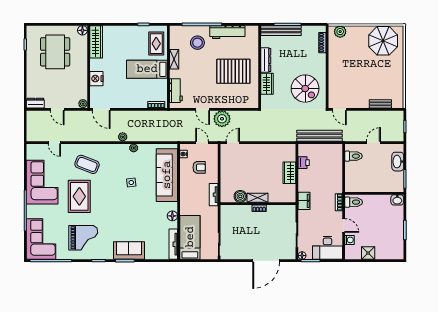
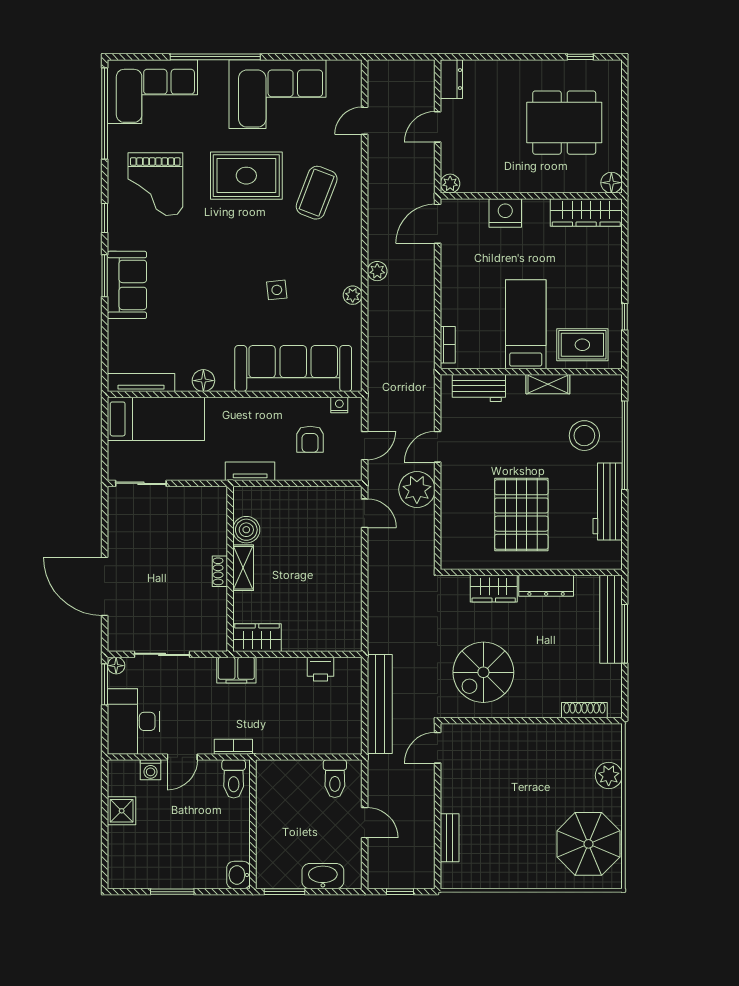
plant: (340, 32) -> (609, 775), moved
wardrobe: (289, 173) -> (257, 638), moved

